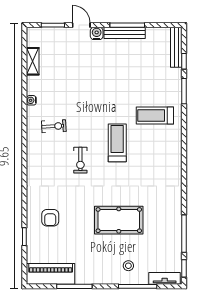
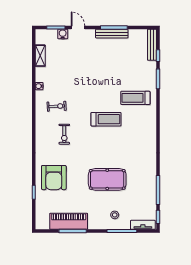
water cooler: (97, 33) -> (63, 34), moved
treadmill: (117, 143) -> (106, 119), turned 90
exercise bike: (80, 160) -> (64, 134), moved
armchair: (50, 218) -> (54, 178), width x1.88, depth x1.88
piano: (51, 274) -> (69, 221), moved

